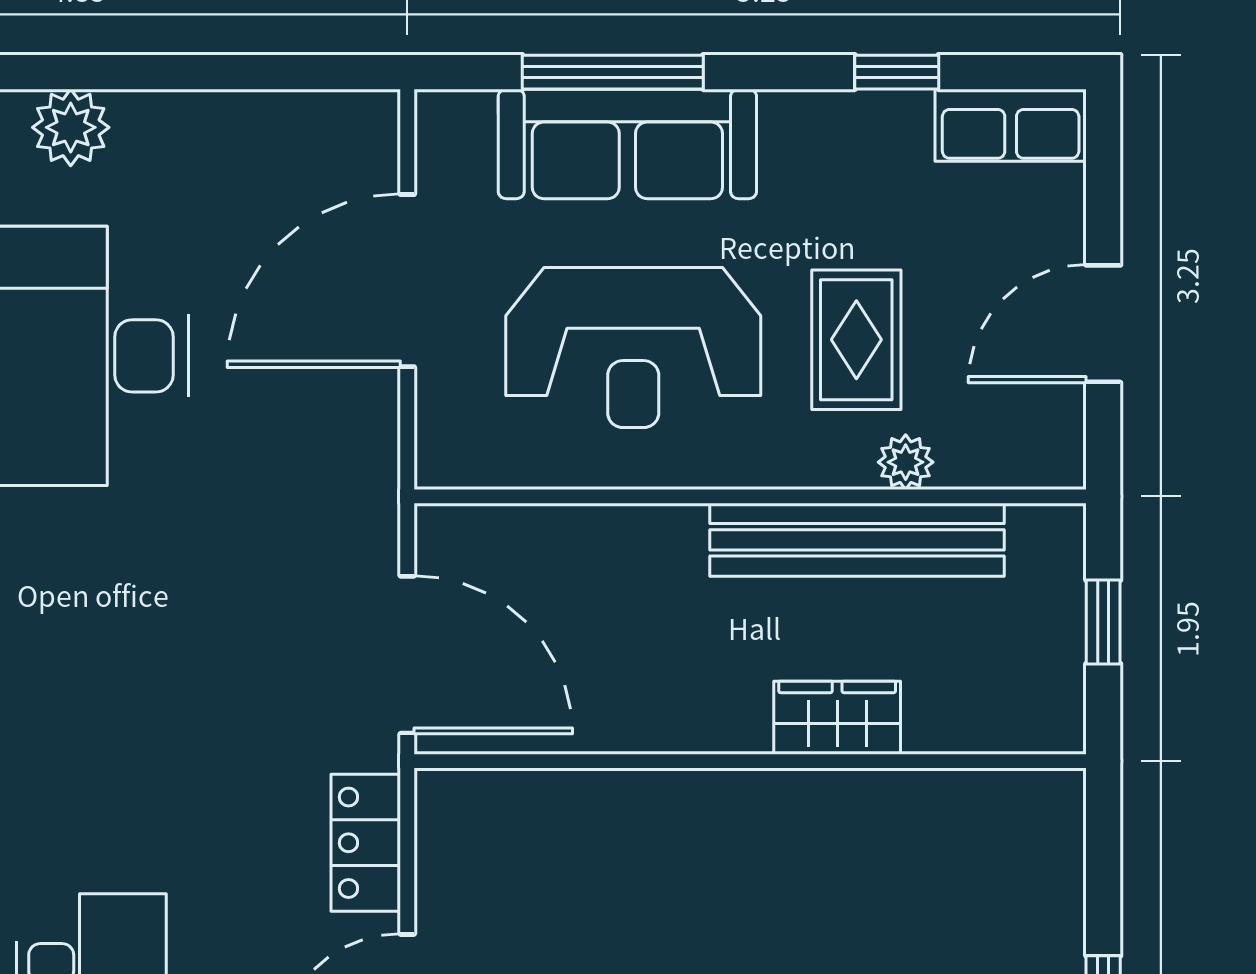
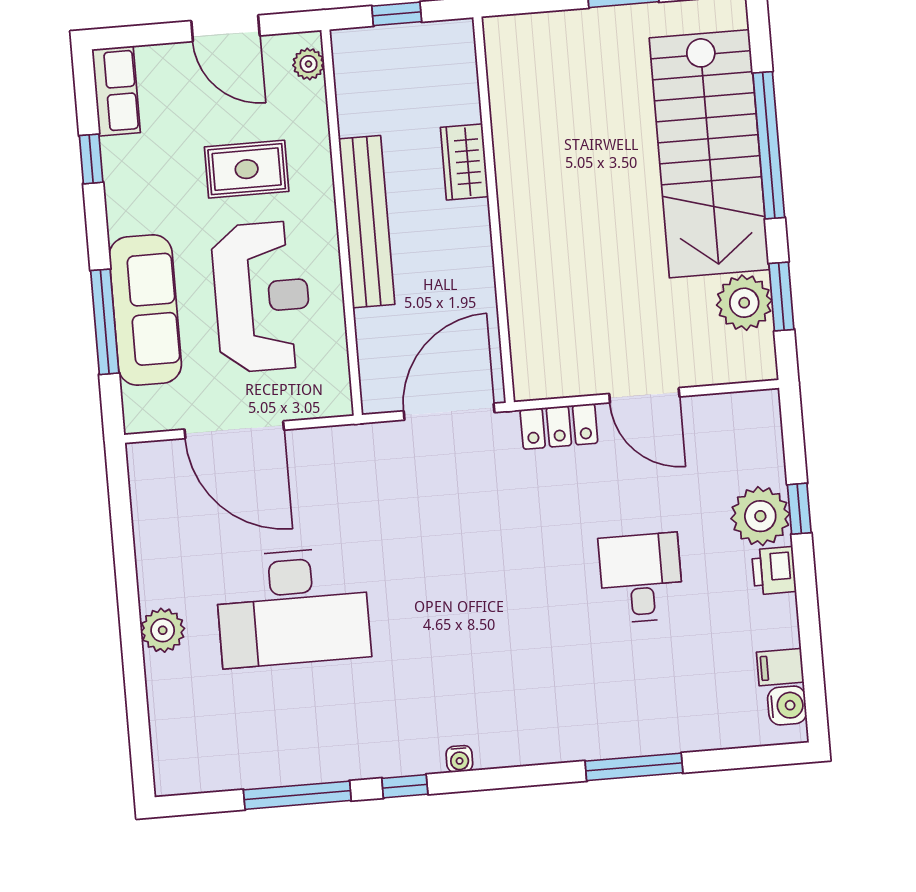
plant: (906, 462) -> (309, 64), moved
bench: (857, 540) -> (367, 222), moved

